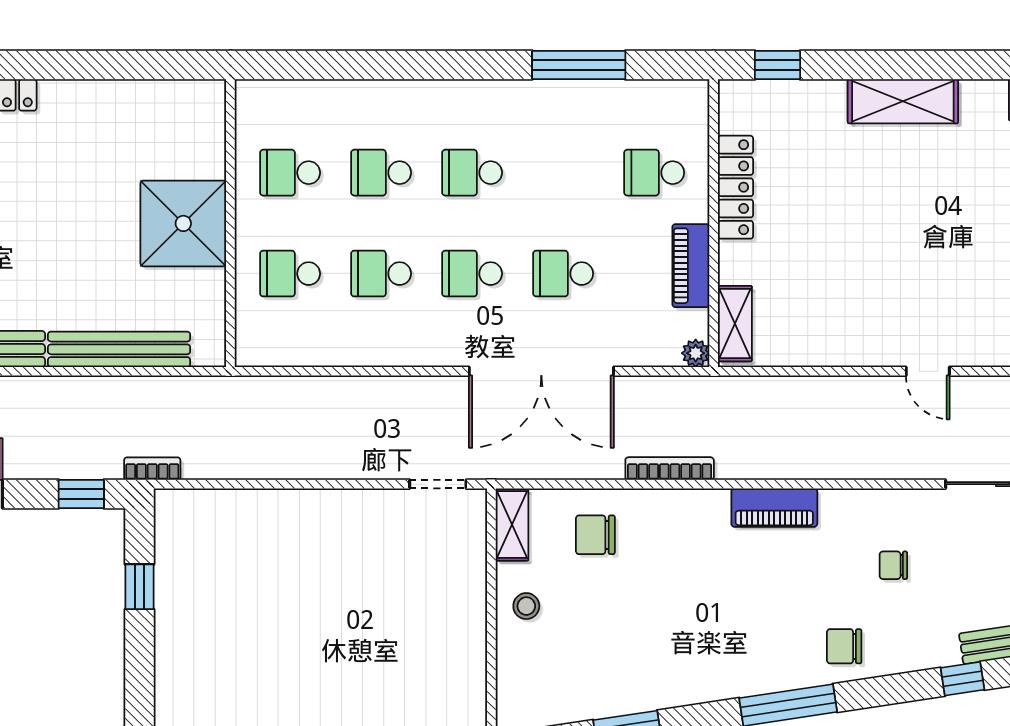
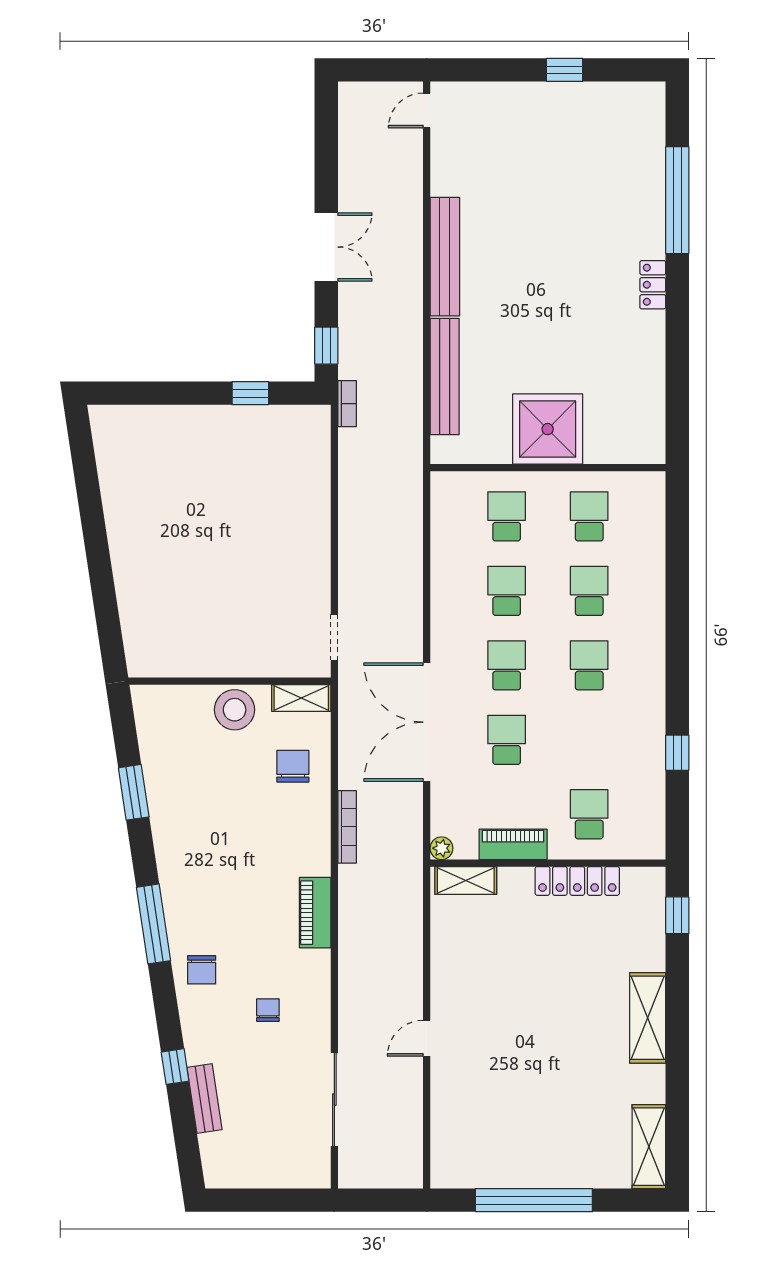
window: (579, 65) -> (677, 753), width x0.46
stool: (526, 606) -> (235, 710), width x1.89, depth x1.89
chair: (844, 646) -> (202, 970), turned 180

